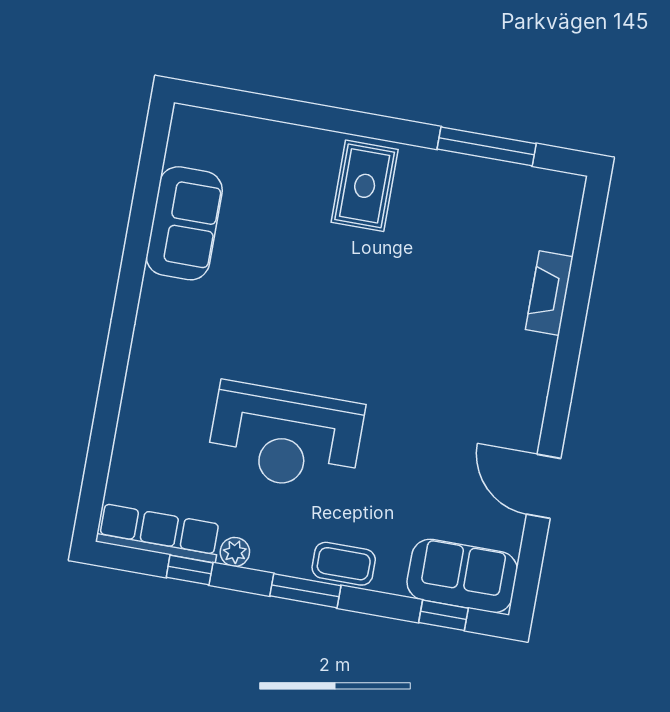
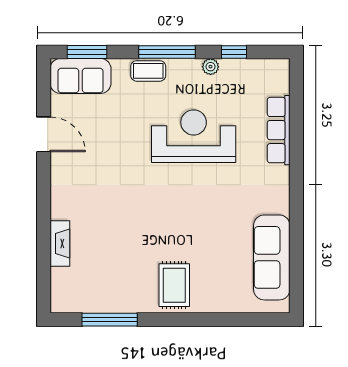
sofa: (184, 223) -> (272, 257), width x1.36
row of seats: (159, 533) -> (279, 130), moved, turned 90
window: (305, 591) -> (167, 52), width x1.44
window: (443, 615) -> (87, 52), width x1.50

